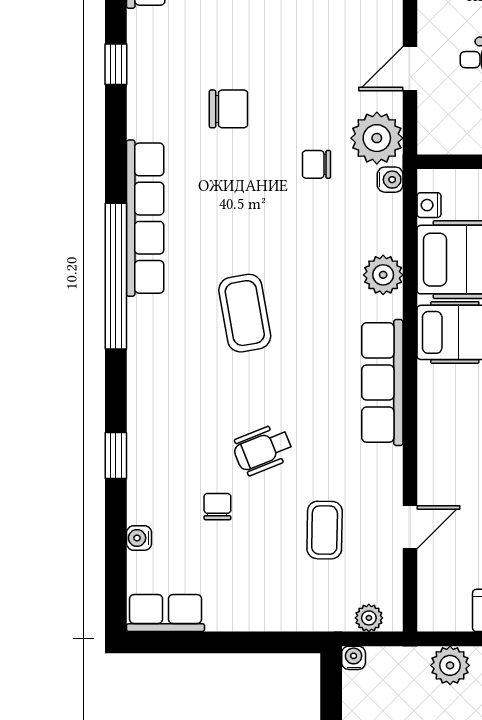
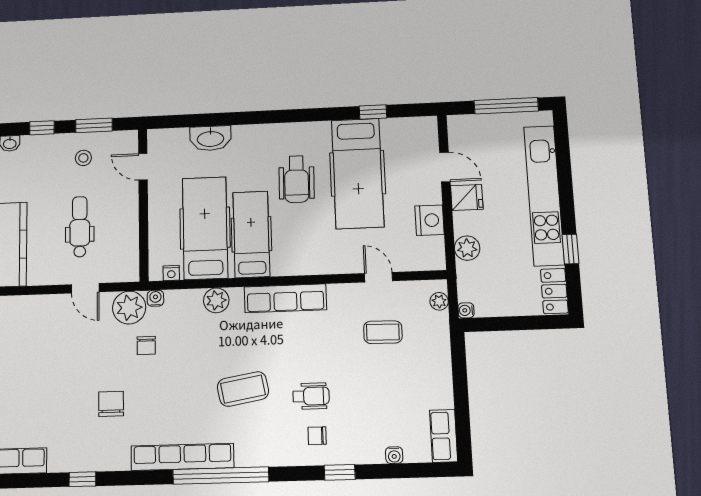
wheelchair: (263, 449) -> (311, 396), moved, turned -68
chair: (217, 507) -> (317, 436), moved

